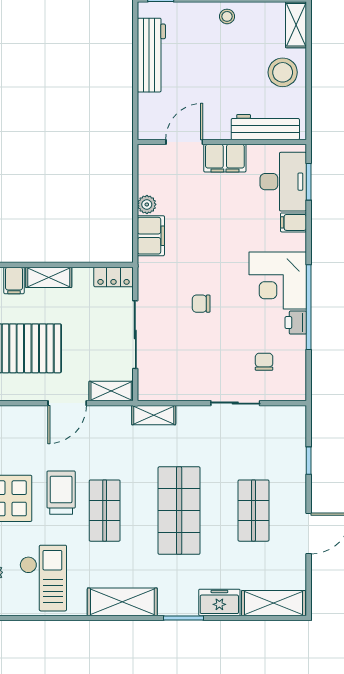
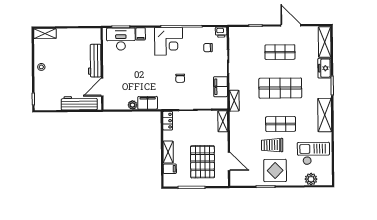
workbench: (151, 55) -> (79, 103), moved
stool: (283, 72) -> (68, 40), removed
workbench: (265, 127) -> (95, 61), moved
door: (184, 142) -> (102, 87), hinge flipped
filing cabinet: (225, 158) -> (220, 87), moved, turned 180
printer: (296, 323) -> (221, 32), moved
door: (67, 403) -> (229, 161), moved

